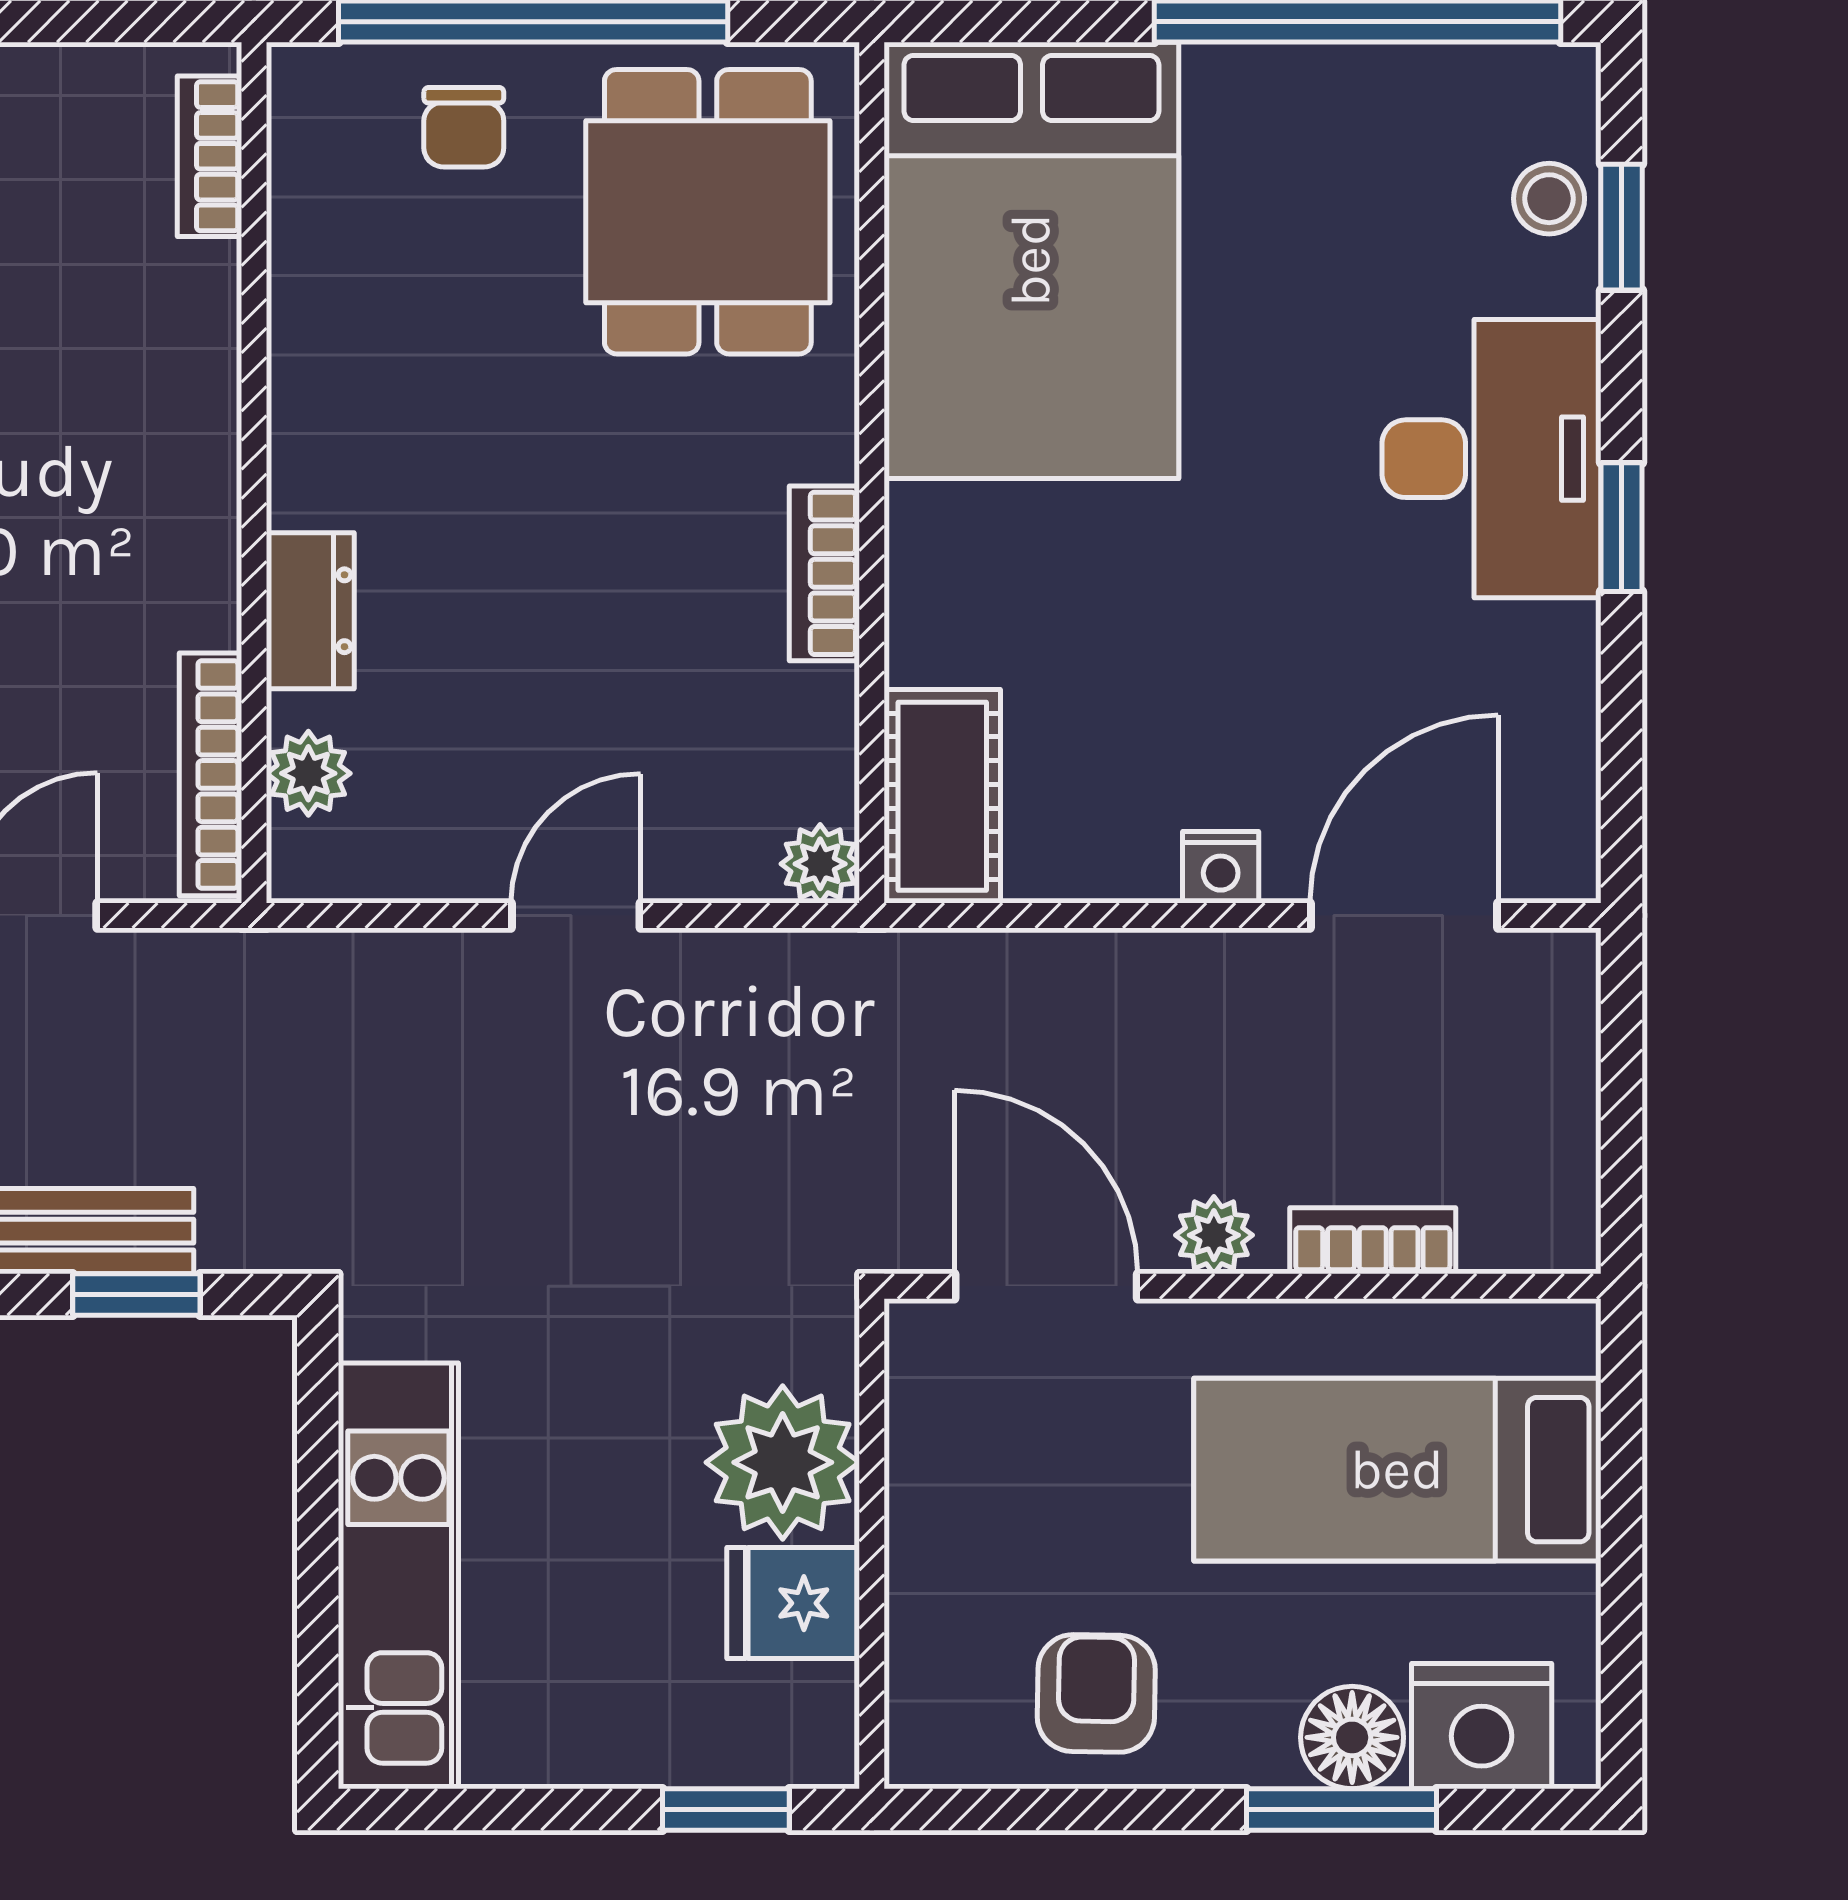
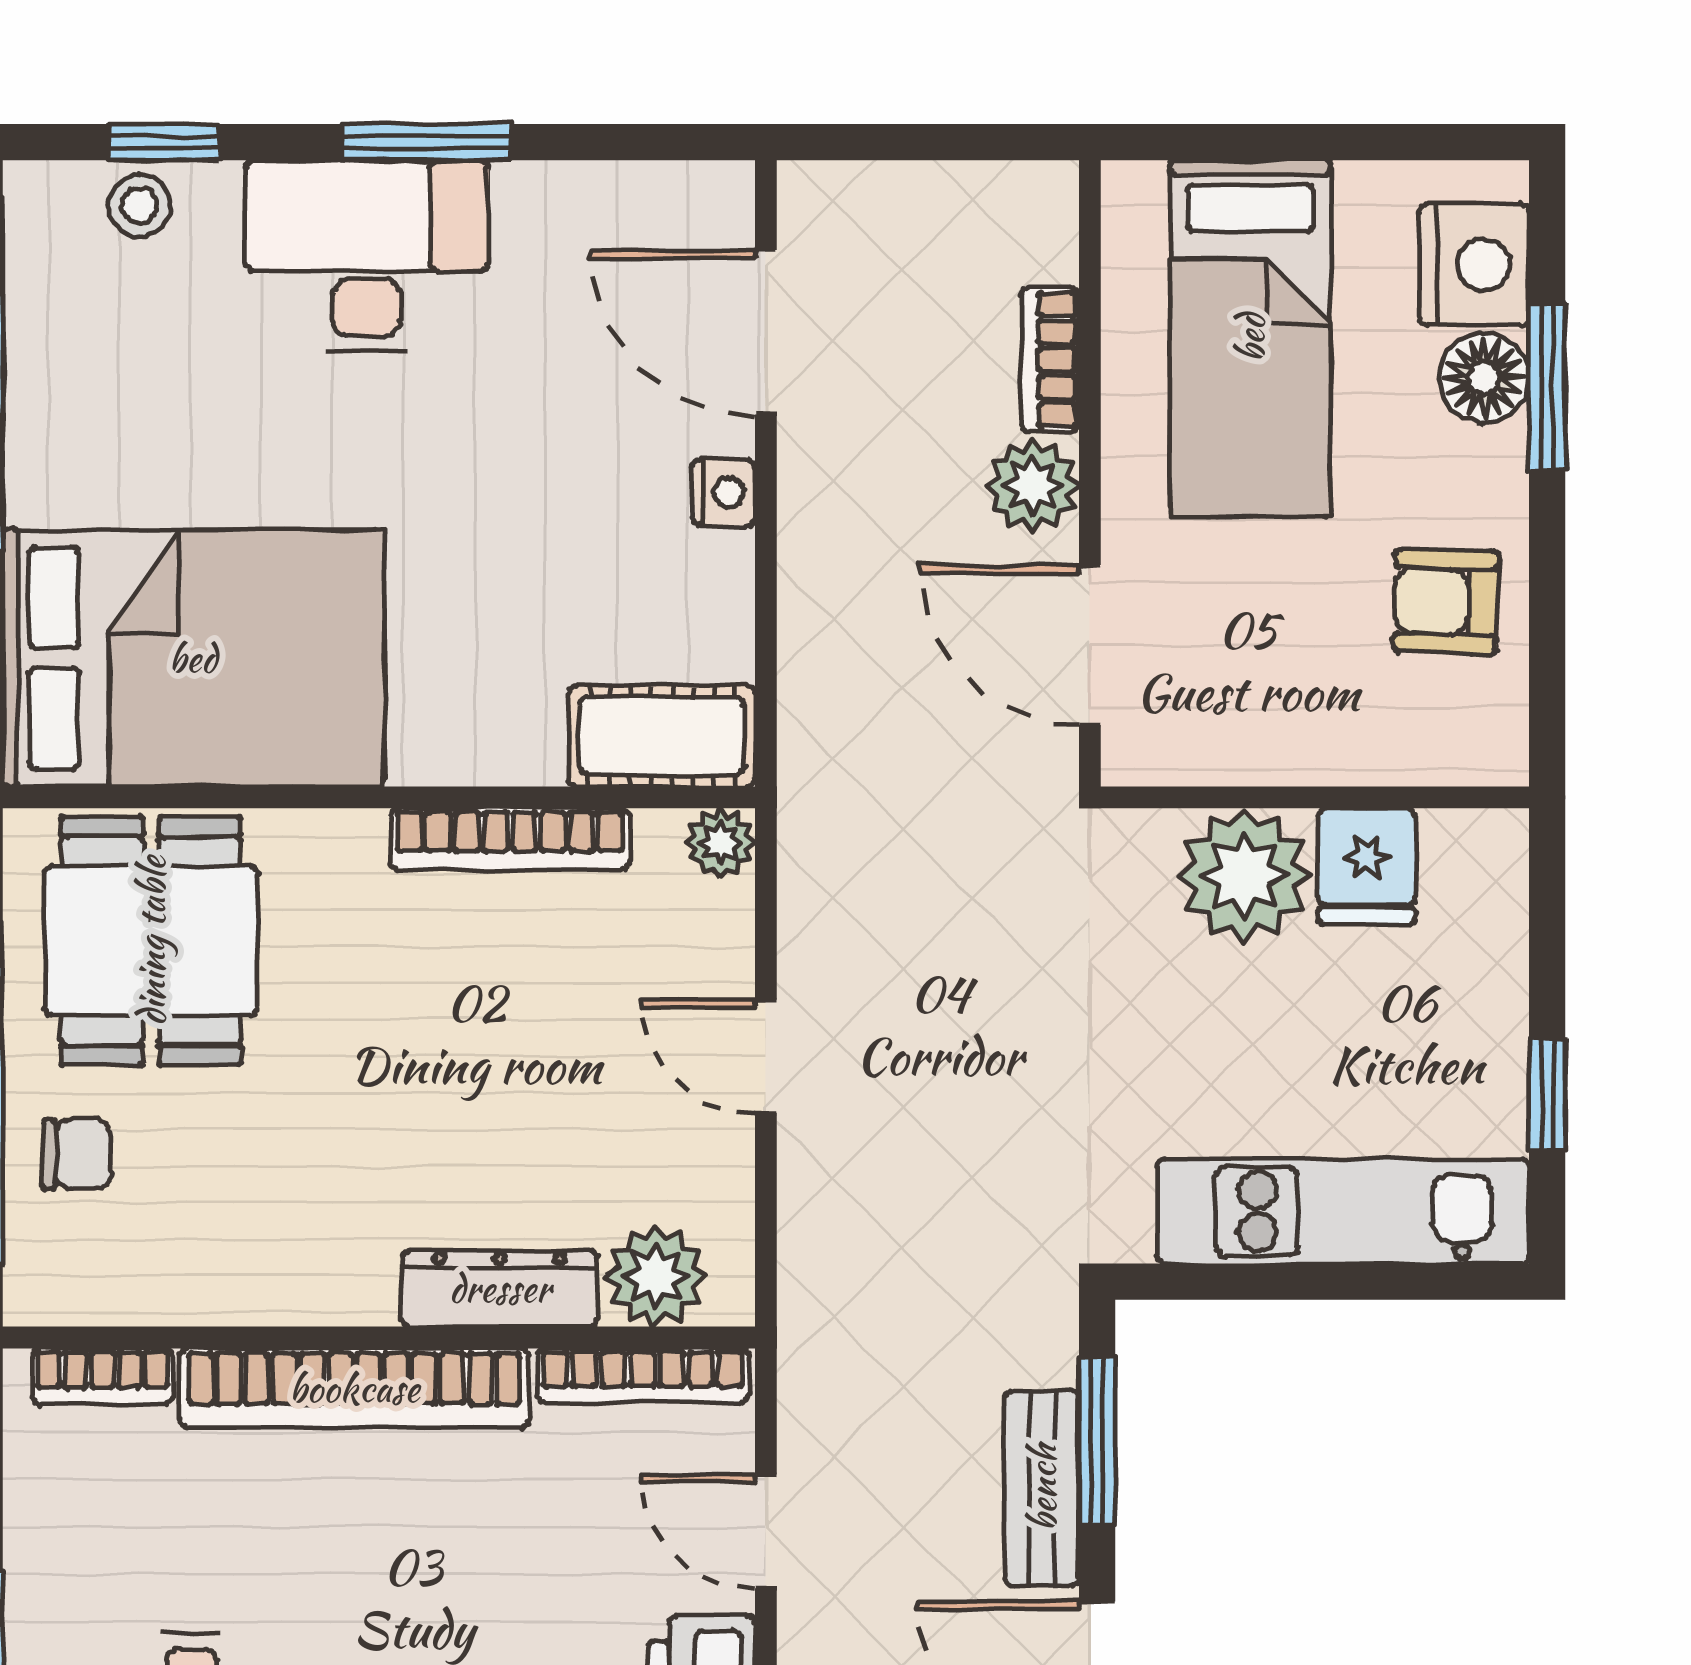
dining table: (708, 212) -> (151, 941), turned 90
bookcase: (196, 445) -> (354, 1388), added
window: (1622, 527) -> (426, 142), width x1.50
bookcase: (824, 573) -> (510, 839), width x1.56
dresser: (310, 611) -> (500, 1288), width x1.44
plant: (308, 773) -> (655, 1276), width x1.38, depth x1.38
plant: (1214, 1235) -> (1033, 486), width x1.38, depth x1.38
door: (1046, 1286) -> (1090, 645), hinge flipped
window: (136, 1294) -> (1097, 1440), width x1.50
window: (726, 1809) -> (1547, 1095), moved

